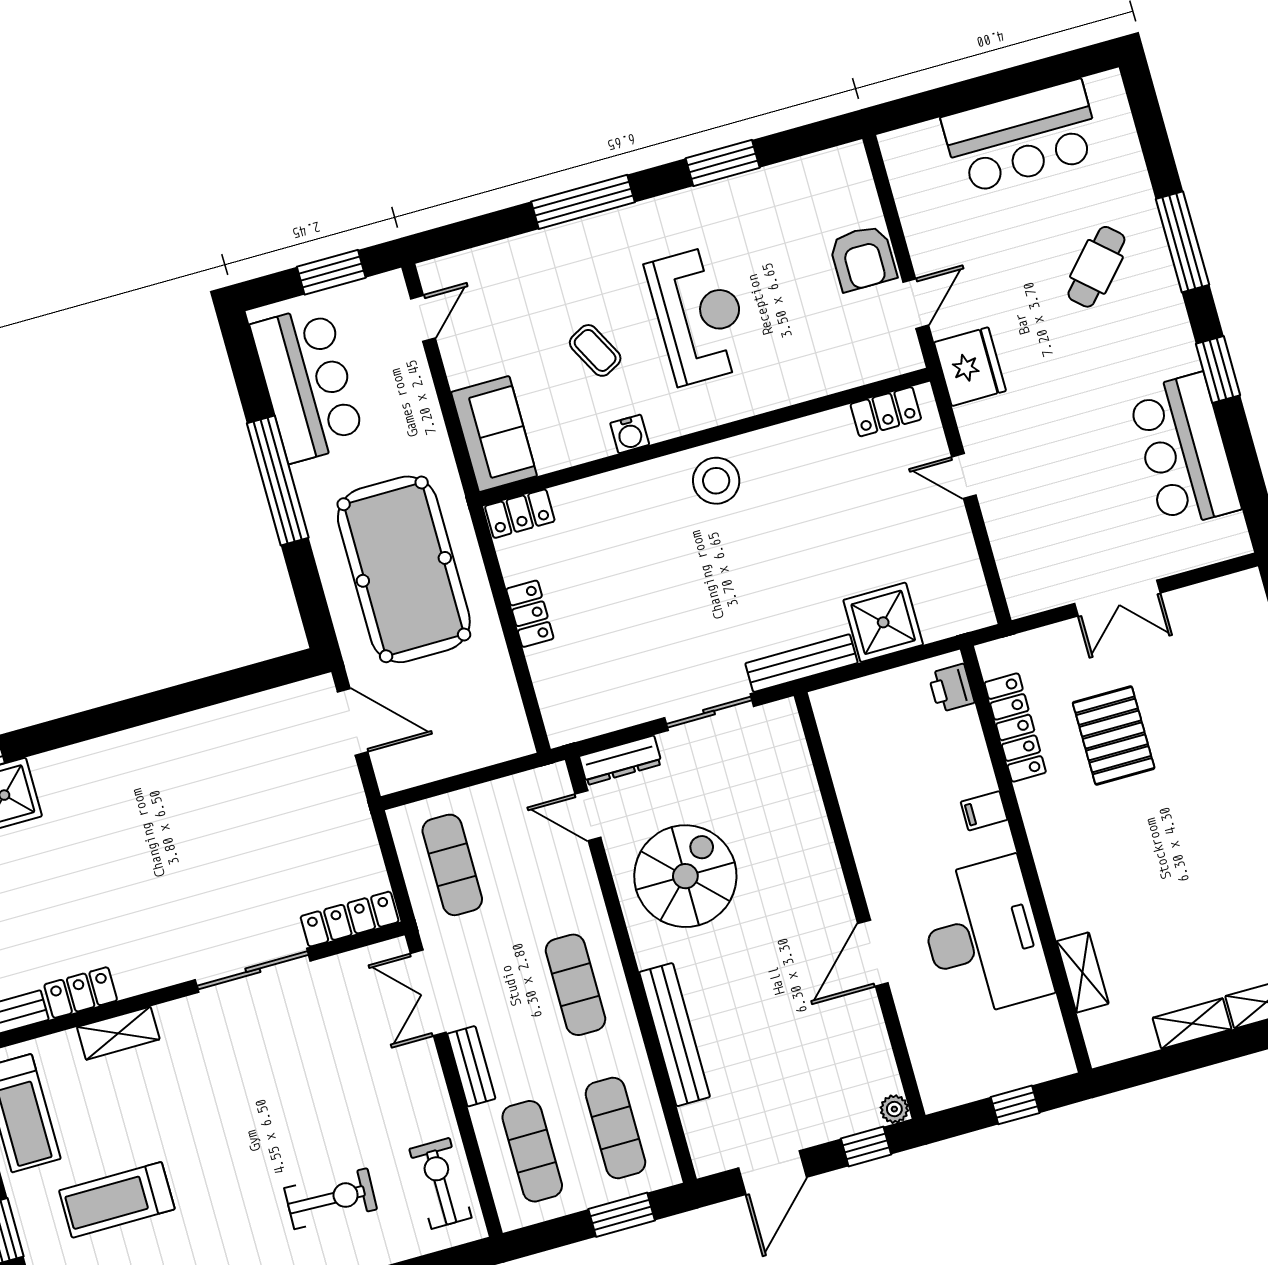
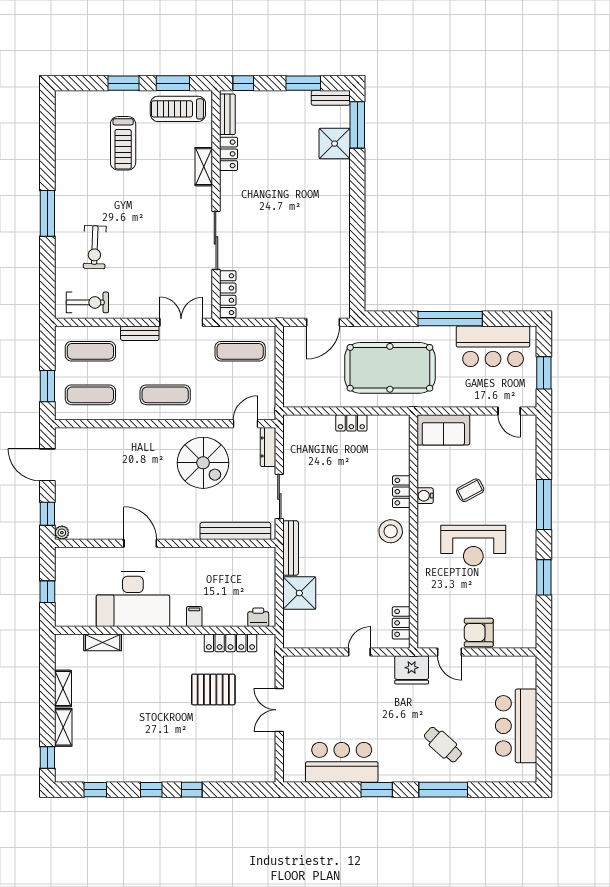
locker: (520, 514) -> (401, 492), moved
bench: (675, 1035) -> (235, 531), moved
treadmill: (117, 1200) -> (123, 143), turned 180

